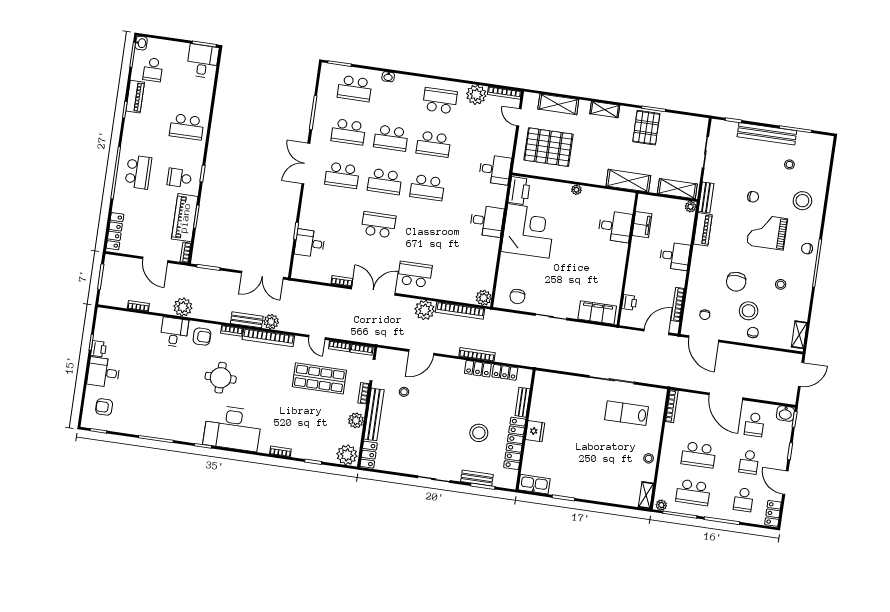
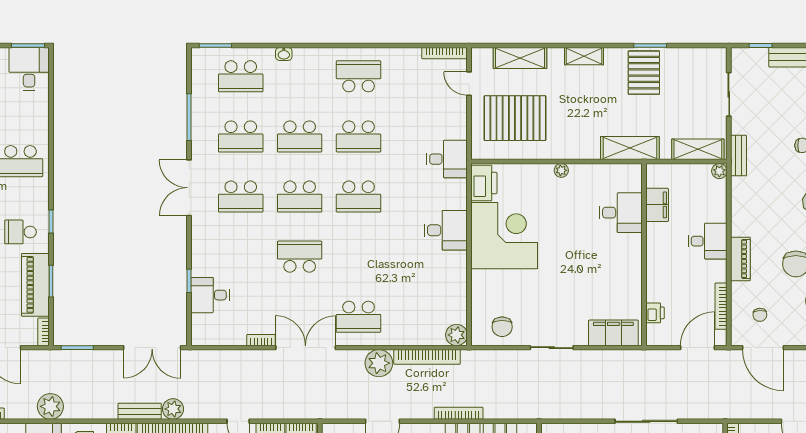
plant: (476, 95) -> (407, 61), removed
piano: (703, 229) -> (740, 259), moved
school desk: (415, 274) -> (359, 317), turned 180

